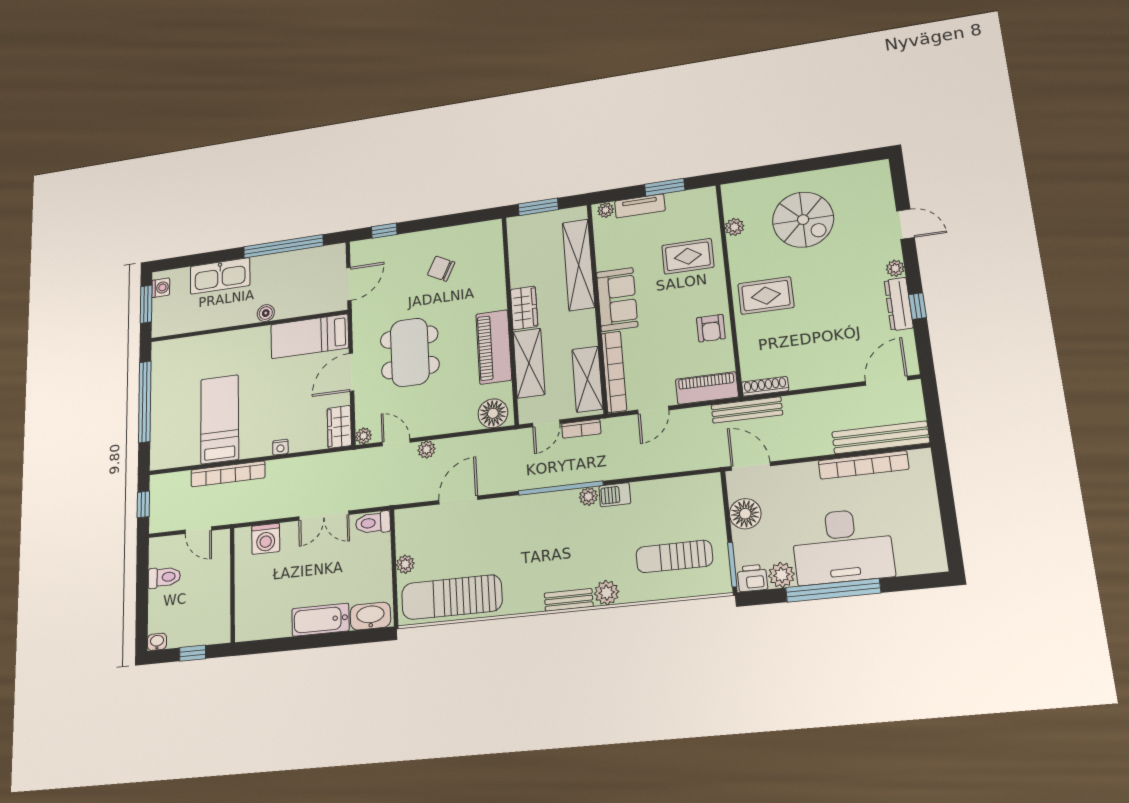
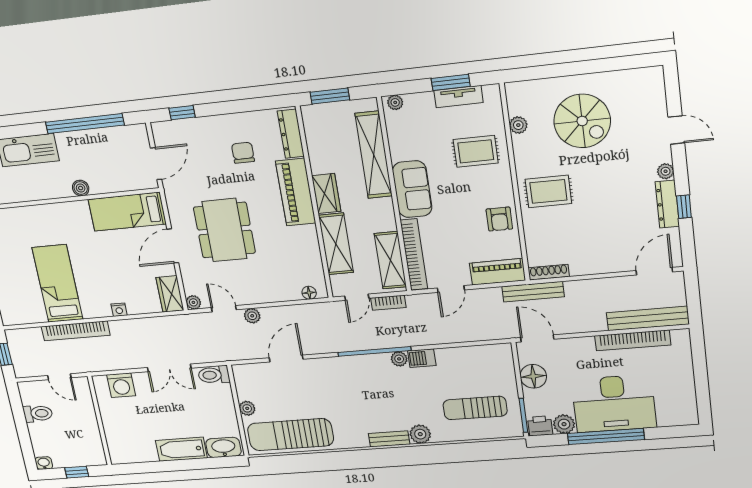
tv unit: (640, 206) -> (459, 97), moved
dresser: (494, 247) -> (291, 134), added
chair: (441, 269) -> (243, 153), turned 63
piano: (494, 347) -> (296, 192), moved
floor lamp: (493, 413) -> (309, 293), width x0.53, depth x0.53

